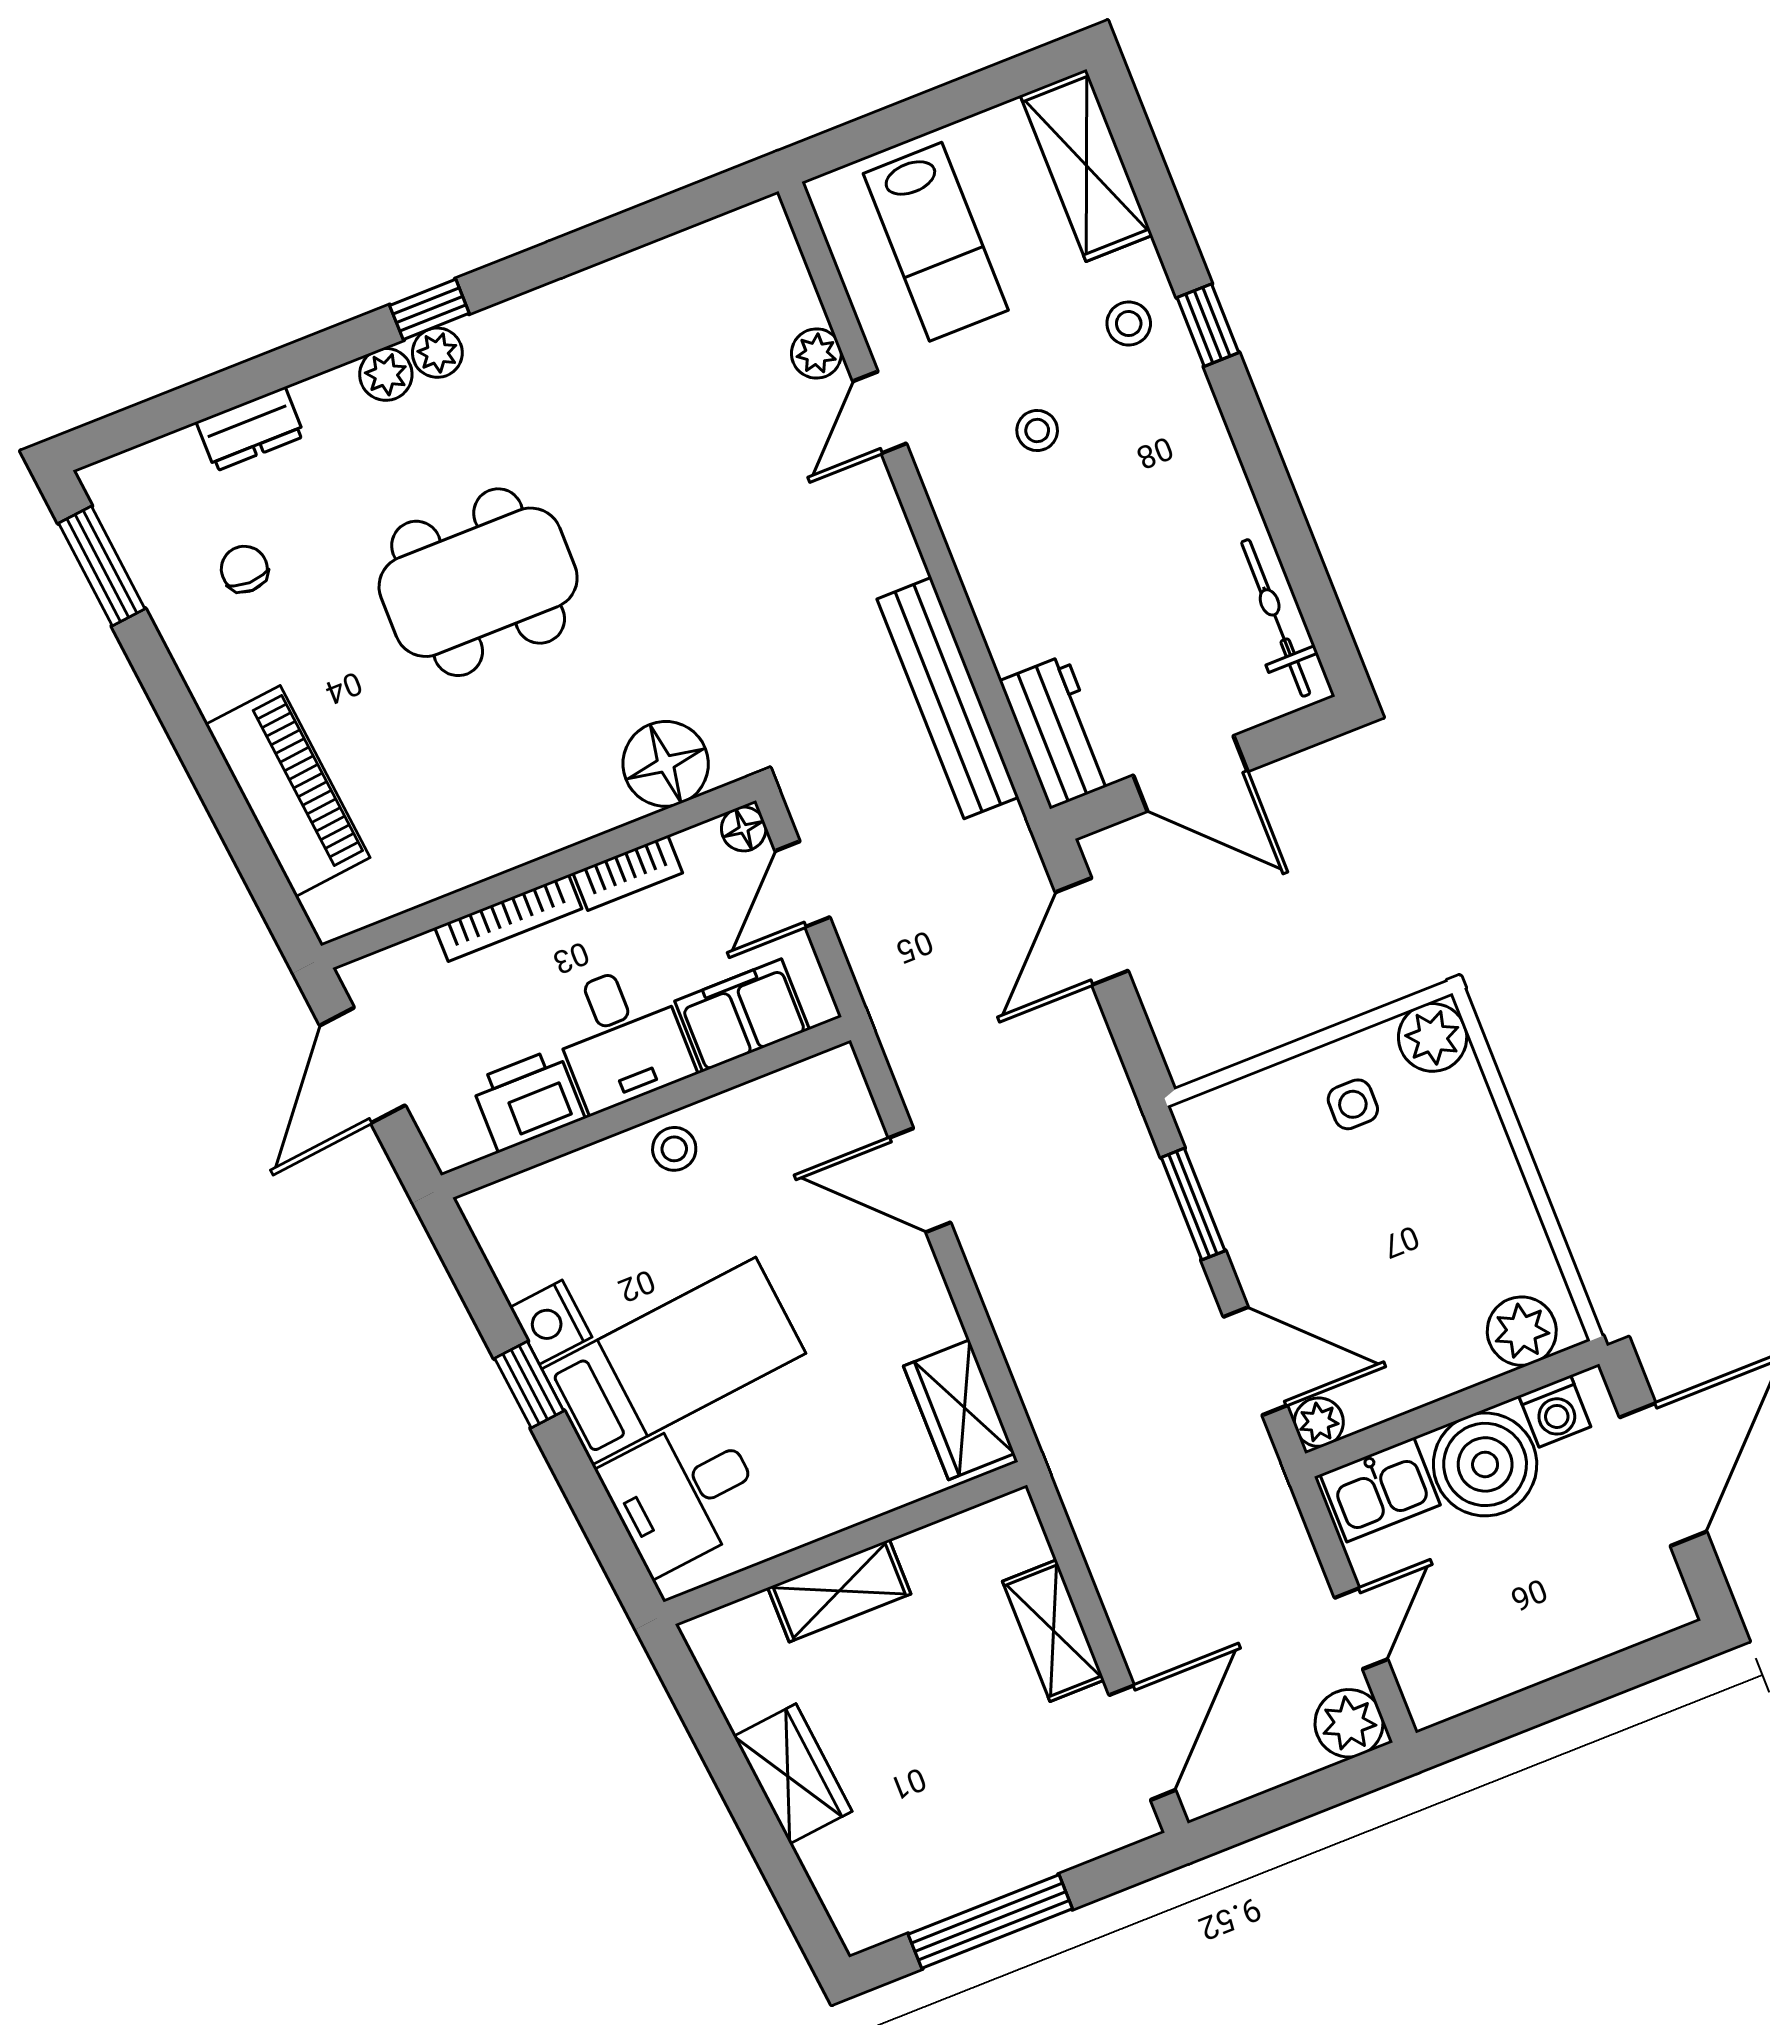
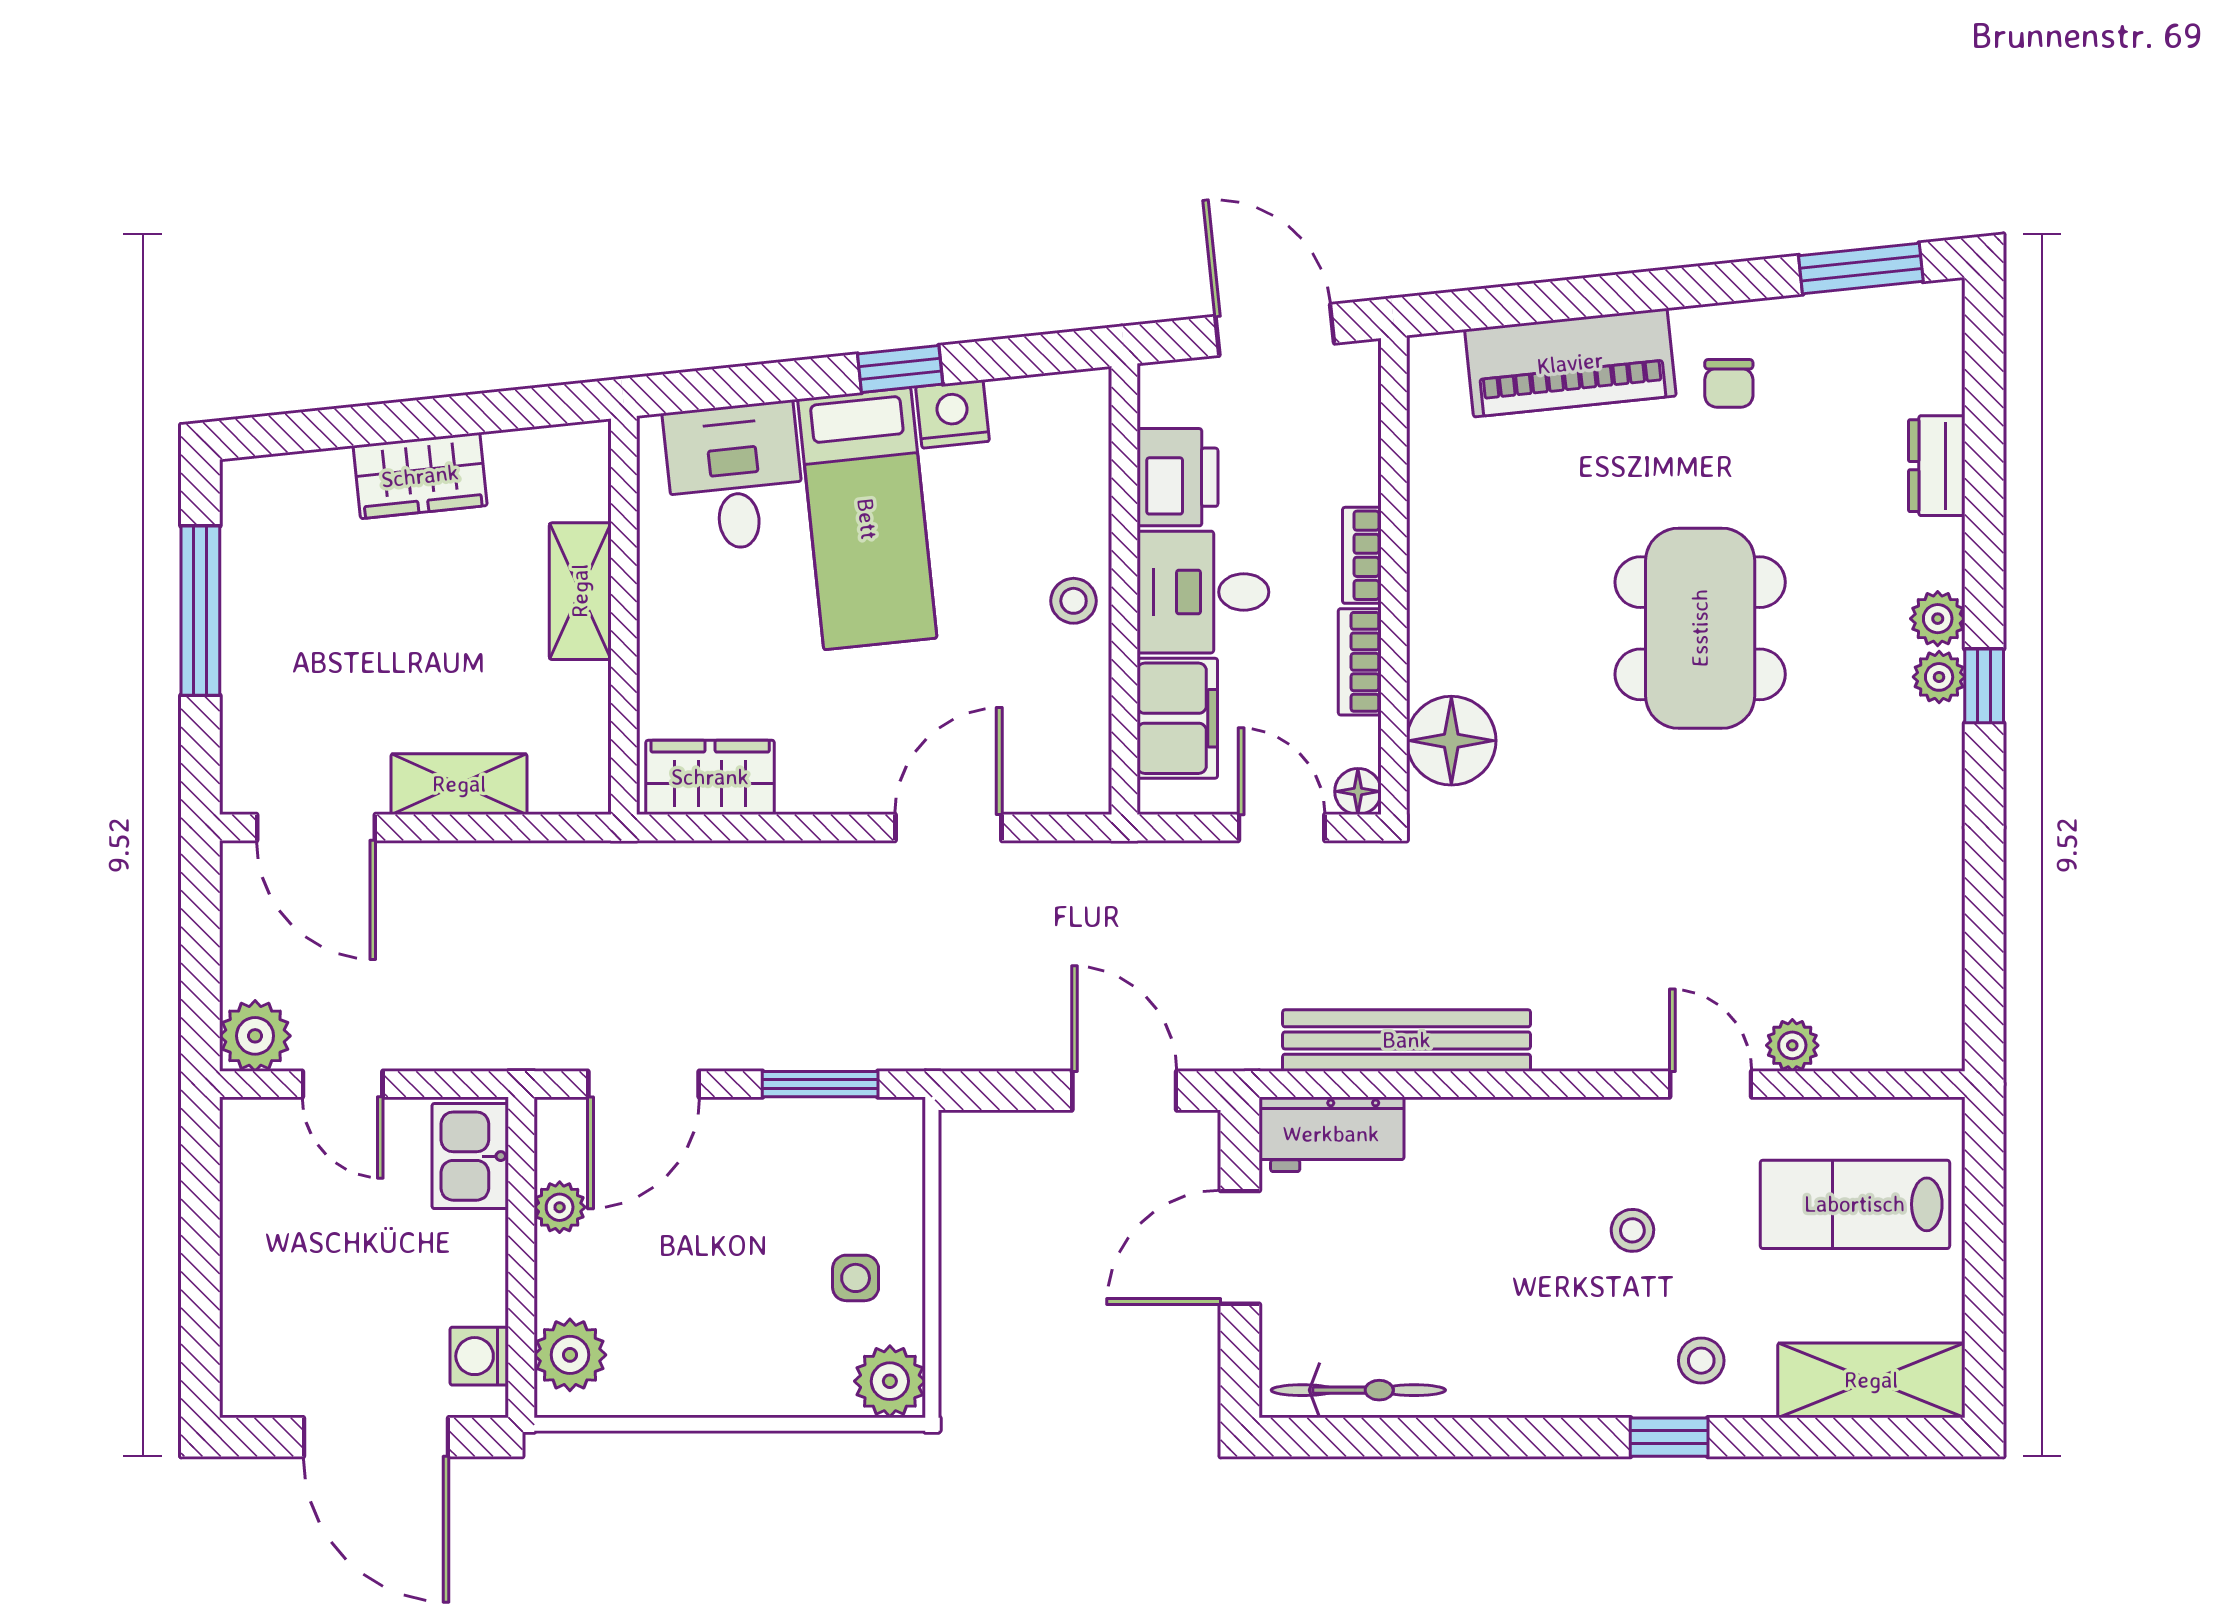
chair: (244, 569) -> (1729, 383), moved, turned 90
bookcase: (508, 918) -> (1362, 555), width x0.64
plant: (1319, 1422) -> (560, 1207), moved
boiler: (1485, 1464) -> (454, 1268), removed

